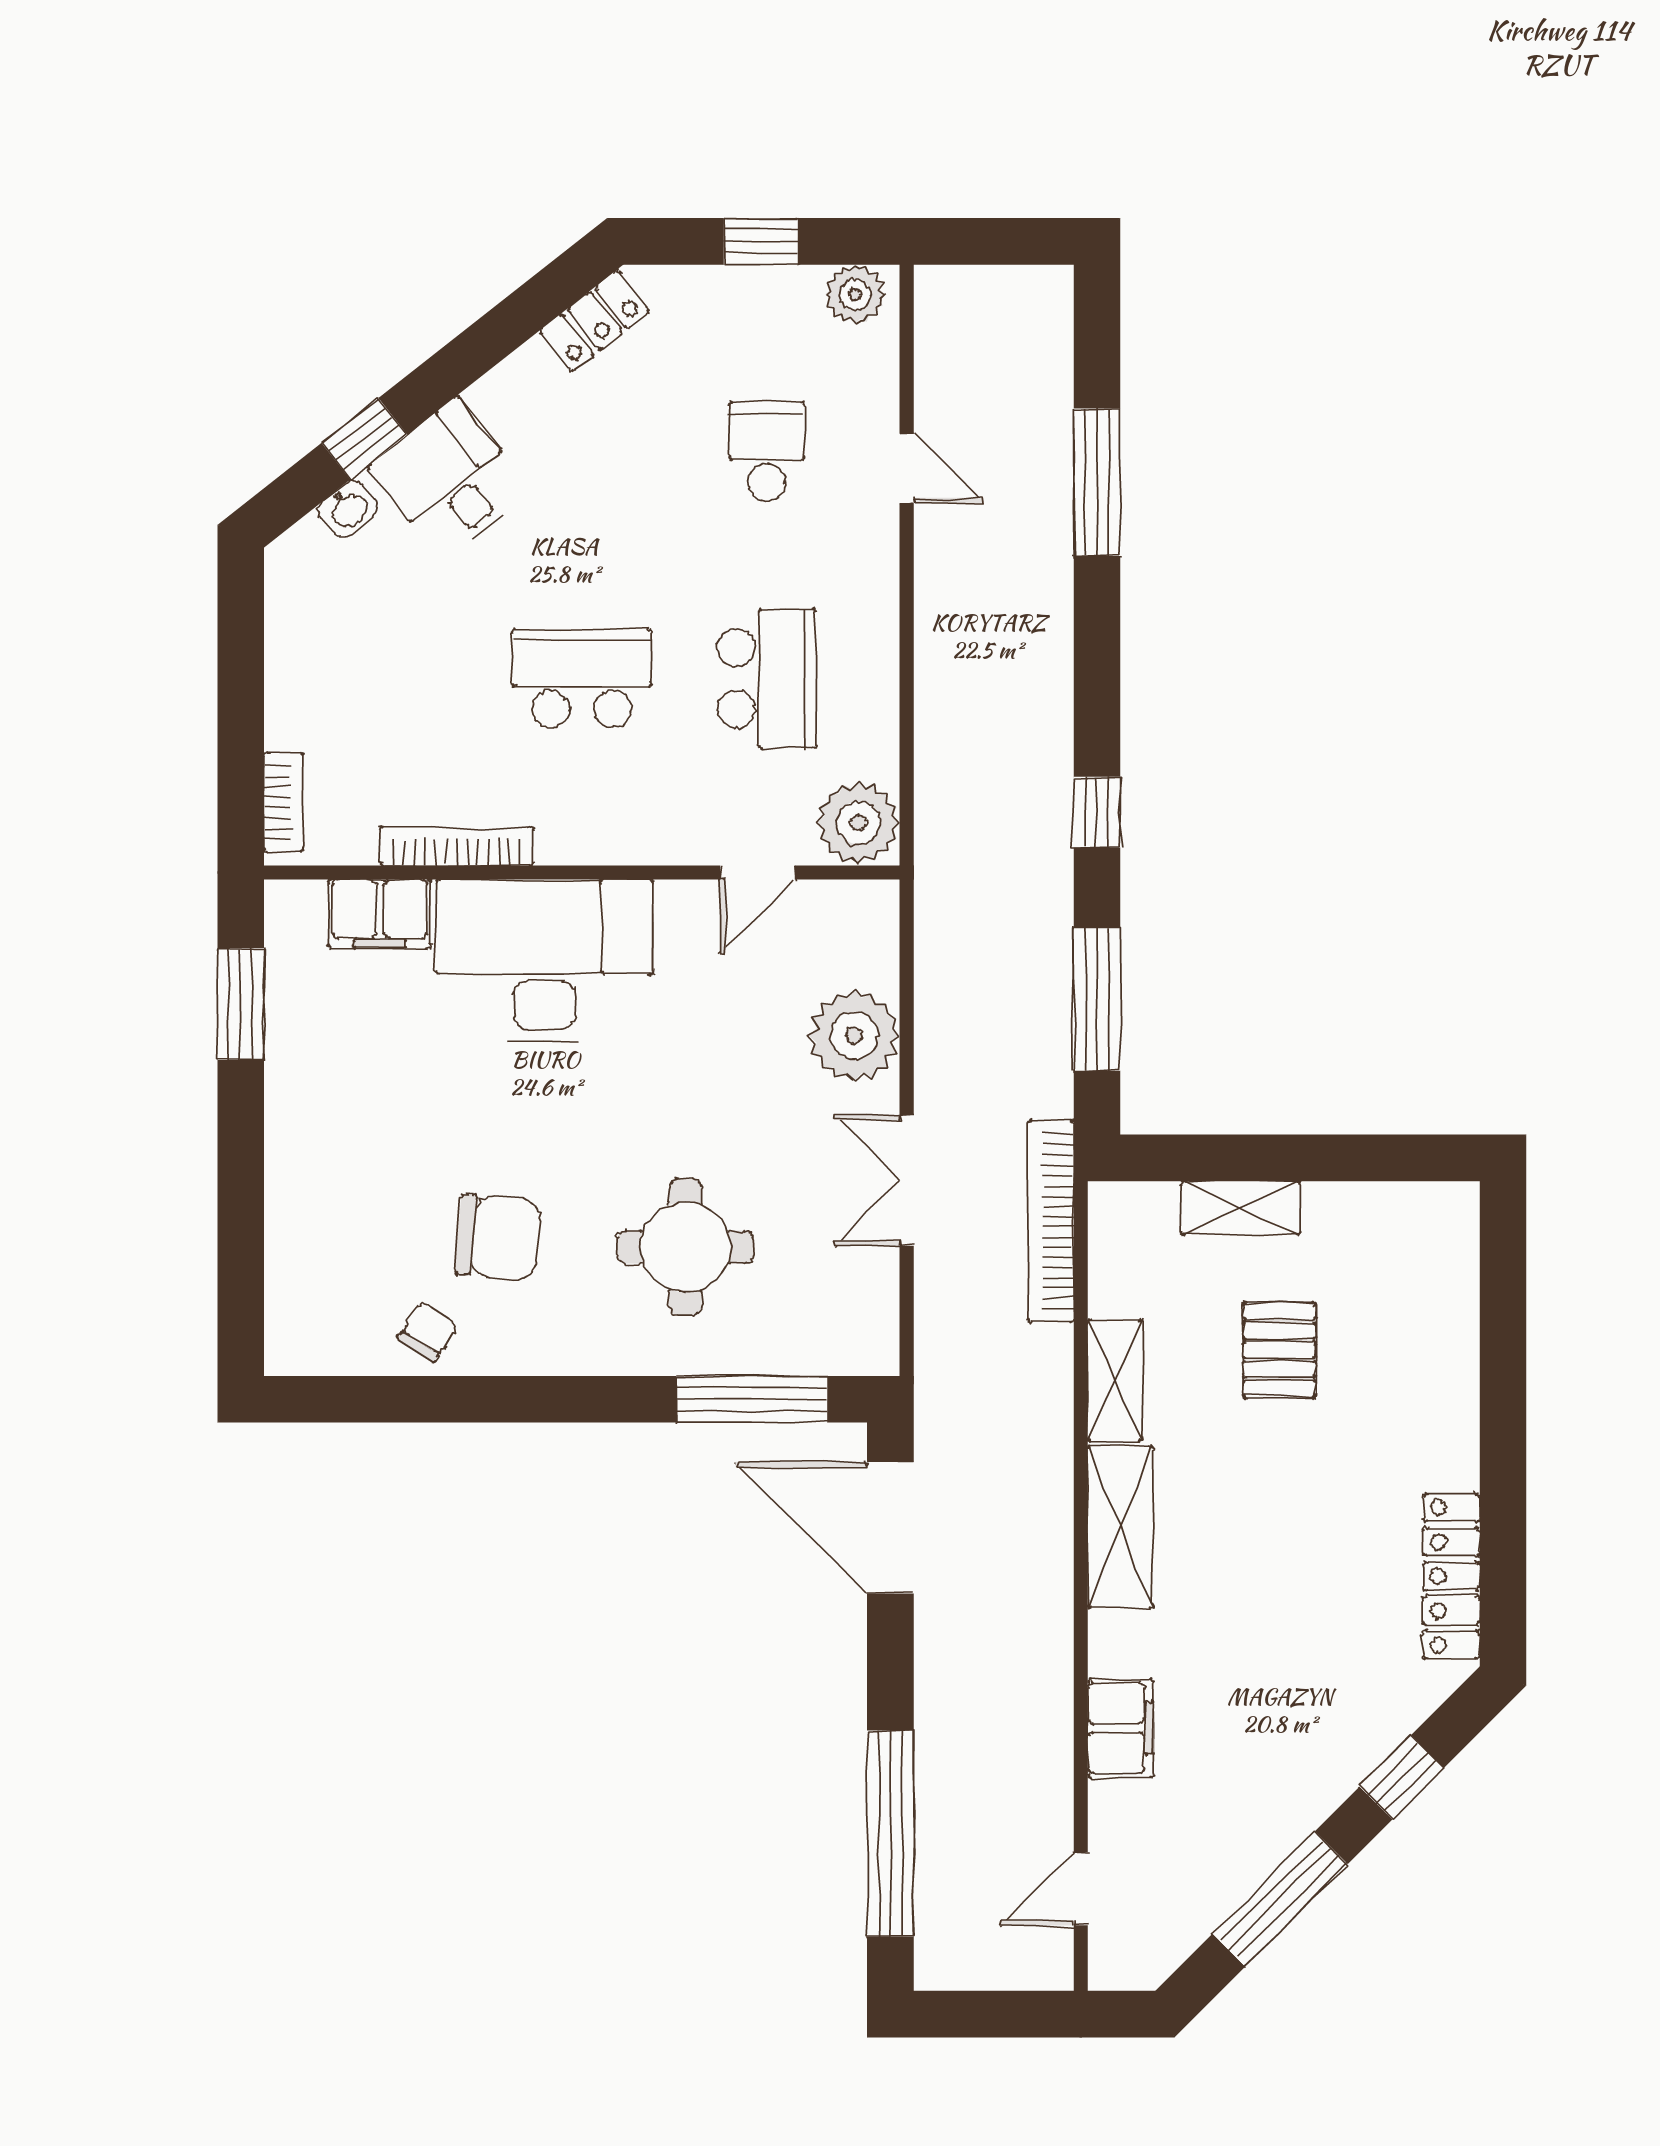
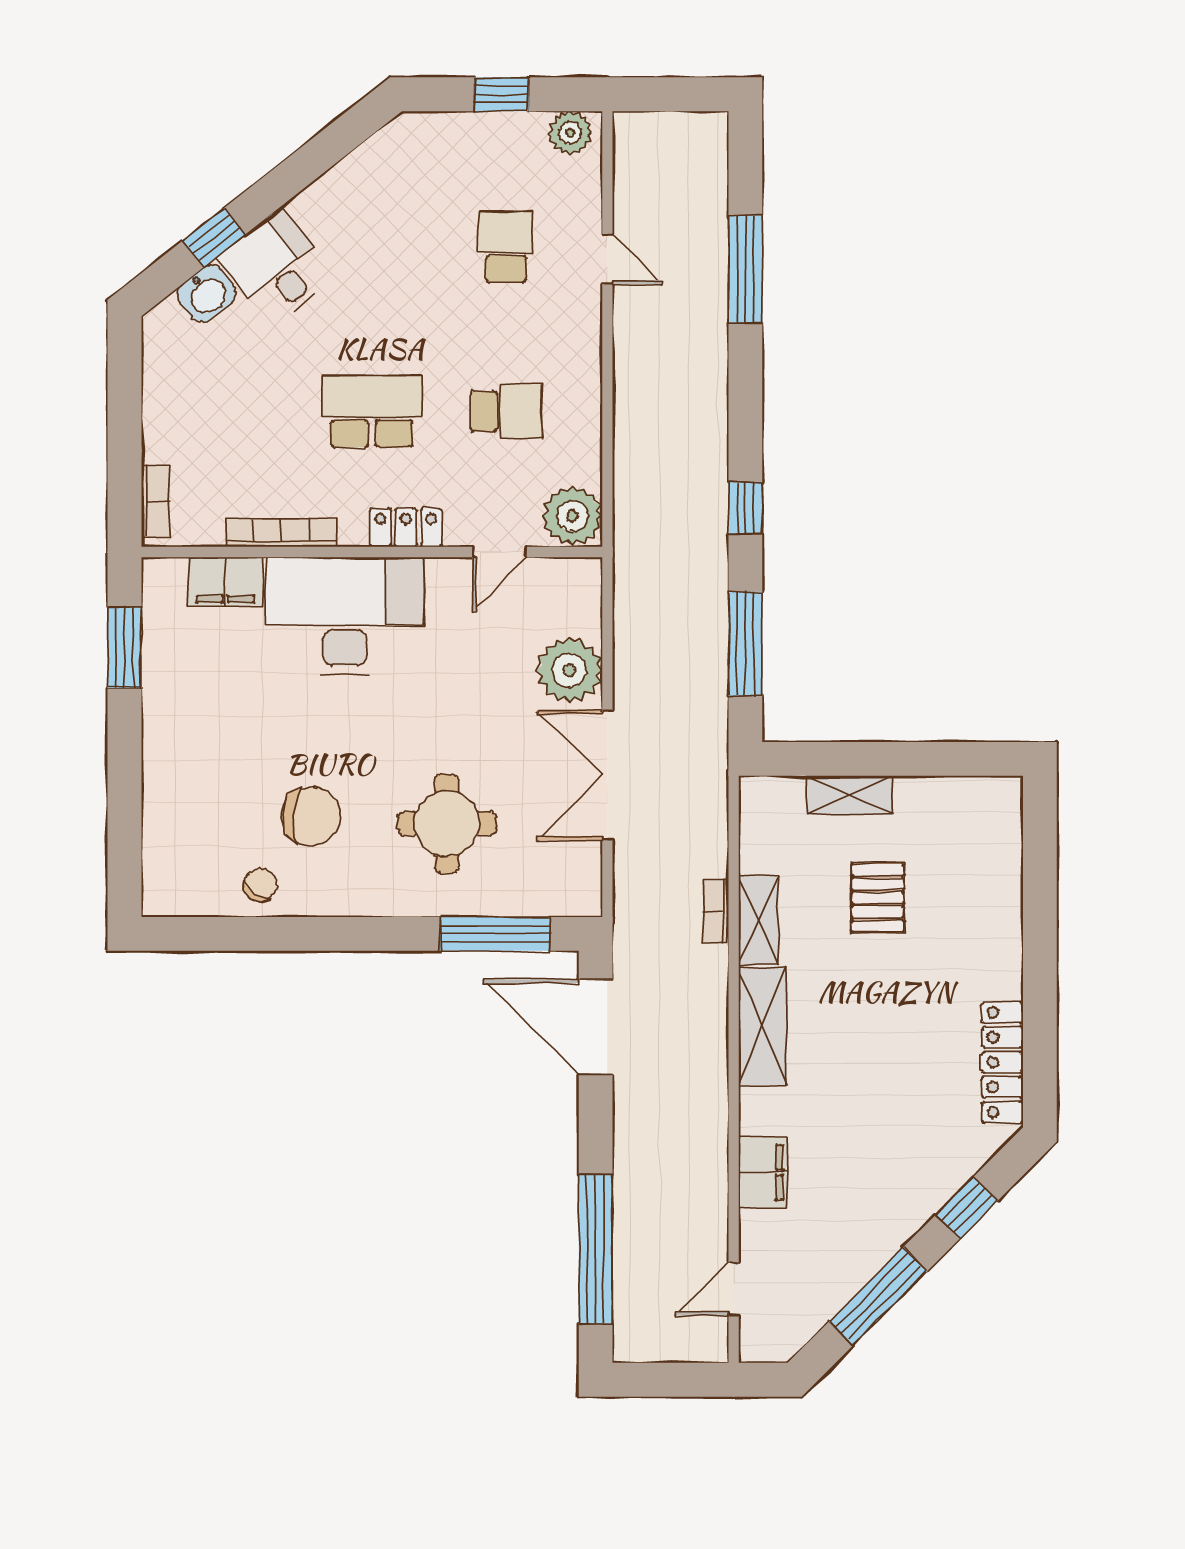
locker: (595, 321) -> (406, 528), moved, turned -142
washbasin: (348, 509) -> (206, 294), width x1.38, depth x1.45
school desk: (767, 679) -> (506, 411), width x0.54
double door: (907, 1180) -> (607, 775), width x1.37
bookcase: (1051, 1221) -> (716, 912), moved, width x0.43, depth x0.76

